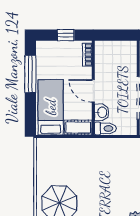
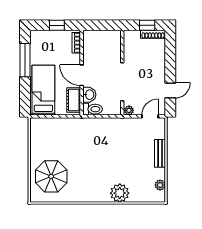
cot: (78, 128) -> (74, 100), moved, turned 90

